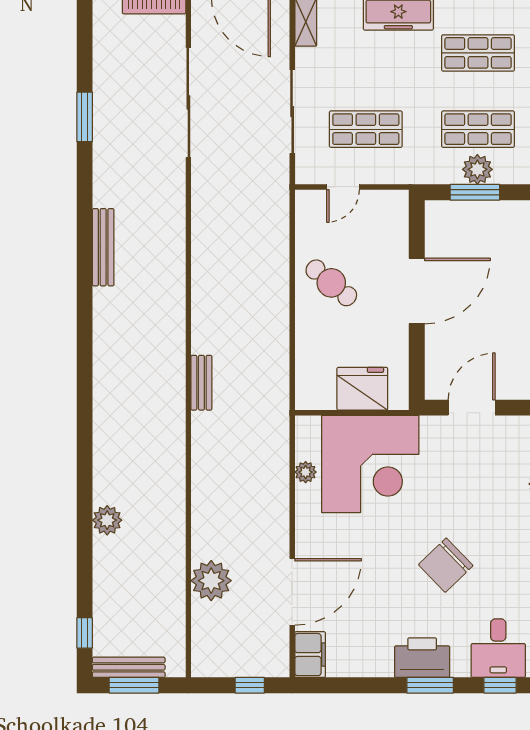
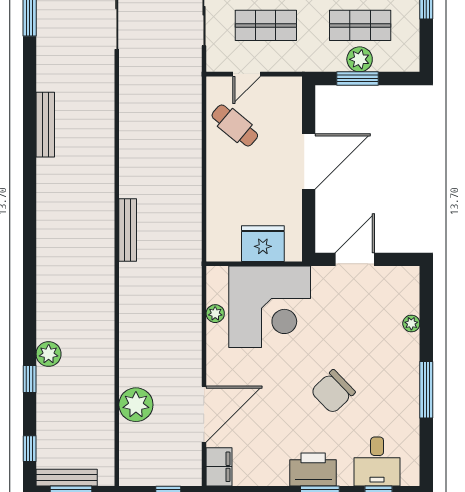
cafe table: (331, 283) -> (235, 125), moved
bench: (201, 383) -> (128, 230), width x1.36
window: (85, 550) -> (30, 379), added

